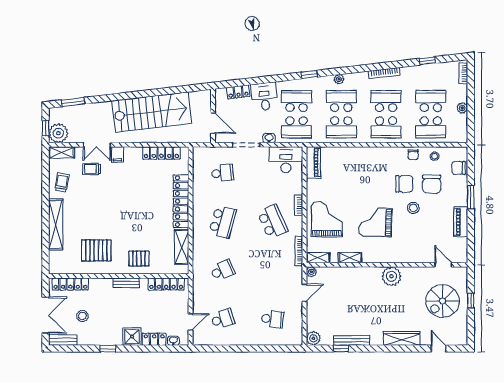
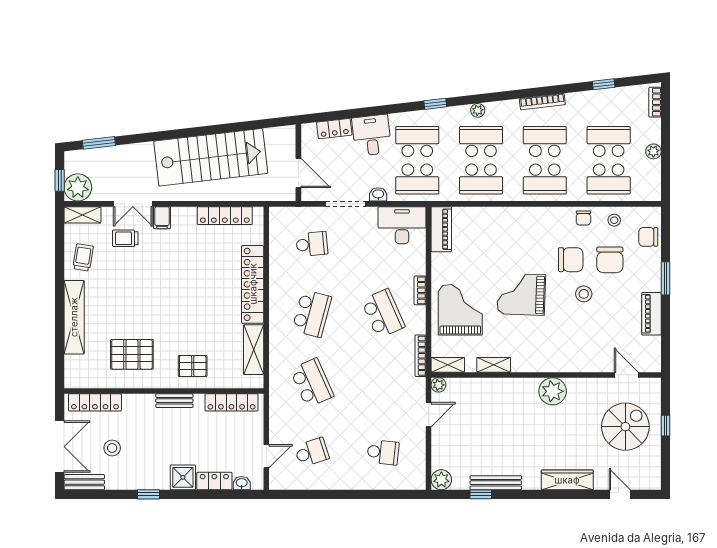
grand piano: (375, 222) -> (521, 294), moved
school desk: (223, 270) -> (312, 383), width x1.85
spiral stairs: (443, 301) -> (625, 427), turned 180

